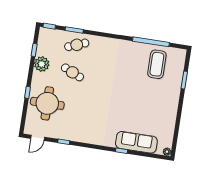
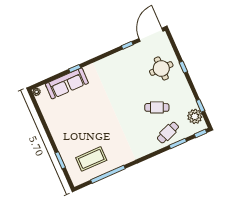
plant: (42, 64) -> (195, 116), moved
coffee table: (157, 64) -> (91, 159), turned 90
round table: (47, 103) -> (161, 68), width x0.73, depth x0.73
door: (38, 138) -> (151, 35), width x1.88

